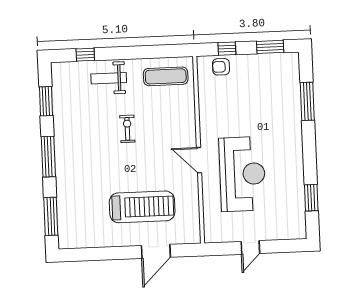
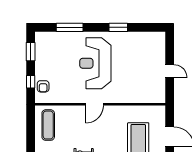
door: (199, 160) -> (94, 104), moved
reception desk: (242, 174) -> (95, 63), moved, turned -90
window: (311, 198) -> (118, 27), moved

